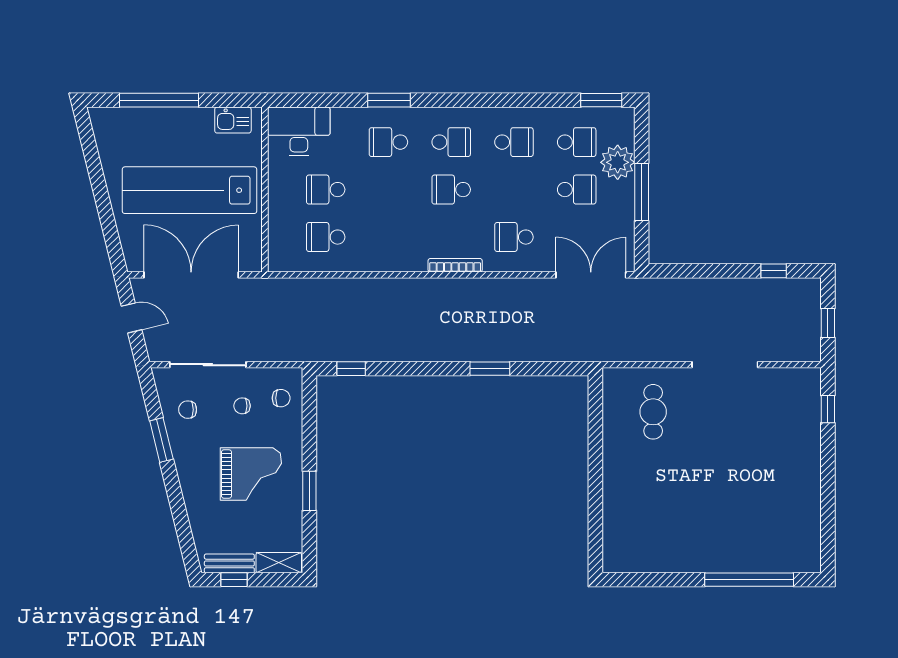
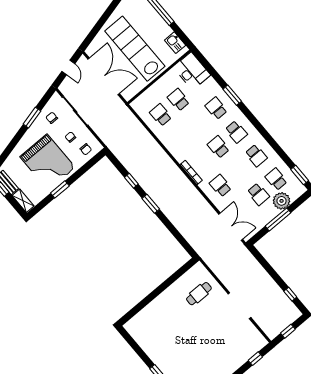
school desk: (577, 142) -> (276, 179), turned 180
window: (351, 369) -> (131, 181), moved
window: (490, 369) -> (151, 204), moved
grand piano: (251, 474) -> (48, 162), width x1.37, depth x1.48

